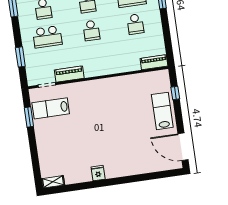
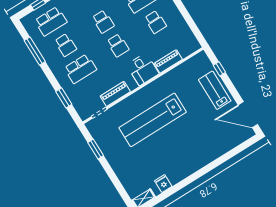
piano: (154, 62) -> (168, 61), moved
desk: (105, 63) -> (143, 69), added
lab bench: (51, 108) -> (153, 120), moved, width x1.86, depth x1.39
fridge: (98, 173) -> (163, 184), moved

